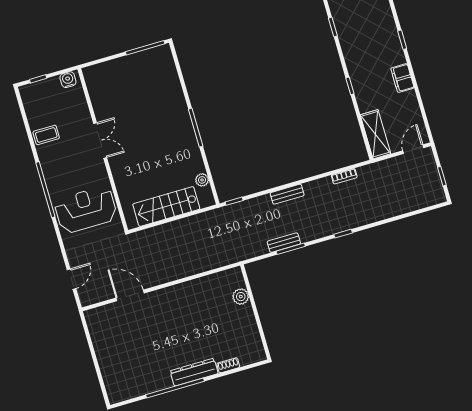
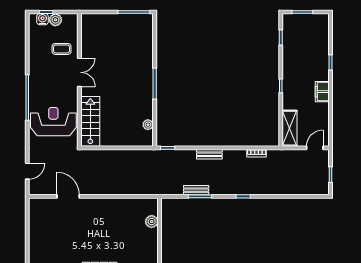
water cooler: (68, 80) -> (42, 19), moved
plant: (52, 85) -> (55, 20), added
coffee table: (46, 135) -> (62, 49), moved
stairs: (166, 207) -> (90, 121), moved, turned 90

